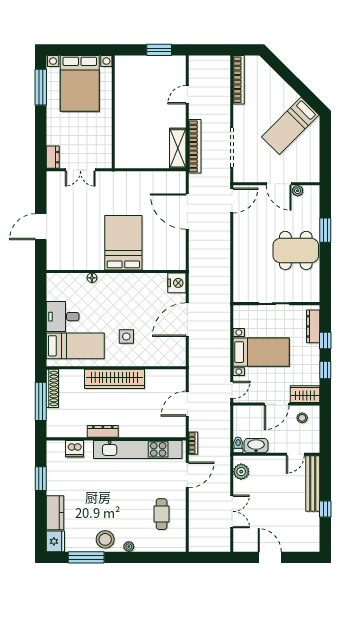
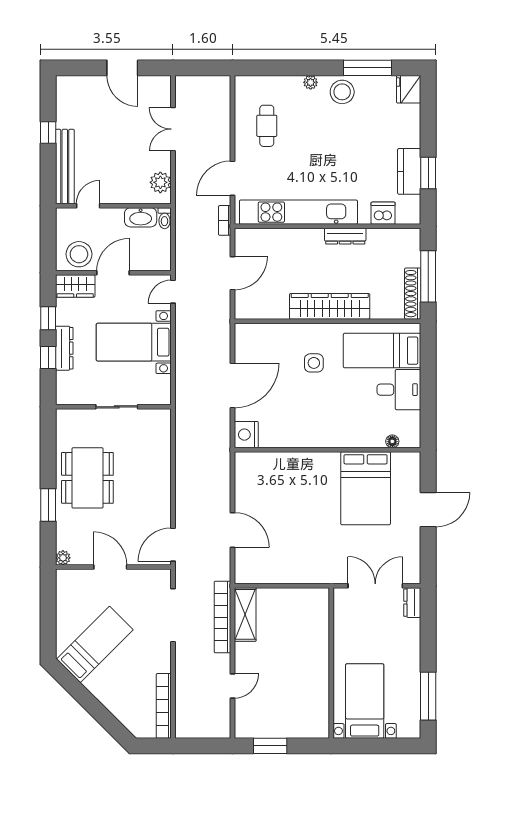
bed with nightstands: (80, 83) -> (365, 701), width x0.73
double door: (80, 170) -> (375, 586), width x1.37
plant: (298, 191) -> (63, 558), moved
door: (187, 212) -> (233, 530), width x0.73
bed: (123, 243) -> (366, 488), moved
dining table: (296, 250) -> (87, 478), turned 90
floor lamp: (92, 278) -> (392, 441), moved
dresser: (313, 326) -> (64, 348), moved
stool: (302, 418) -> (79, 254), width x1.89, depth x1.89
kitchen counter: (55, 513) -> (409, 171), moved

